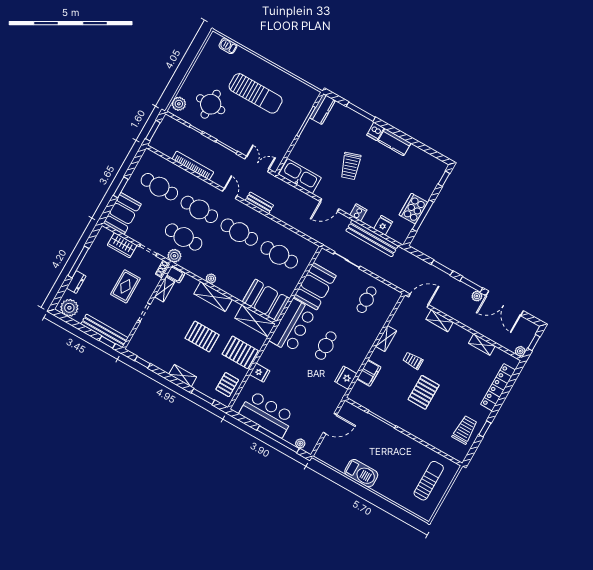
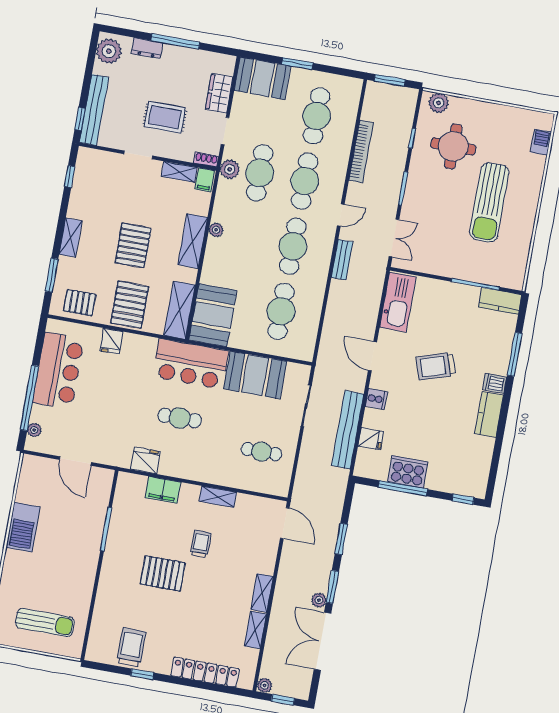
shelving: (440, 321) -> (262, 593), moved
trolley: (465, 430) -> (131, 647), turned -90

